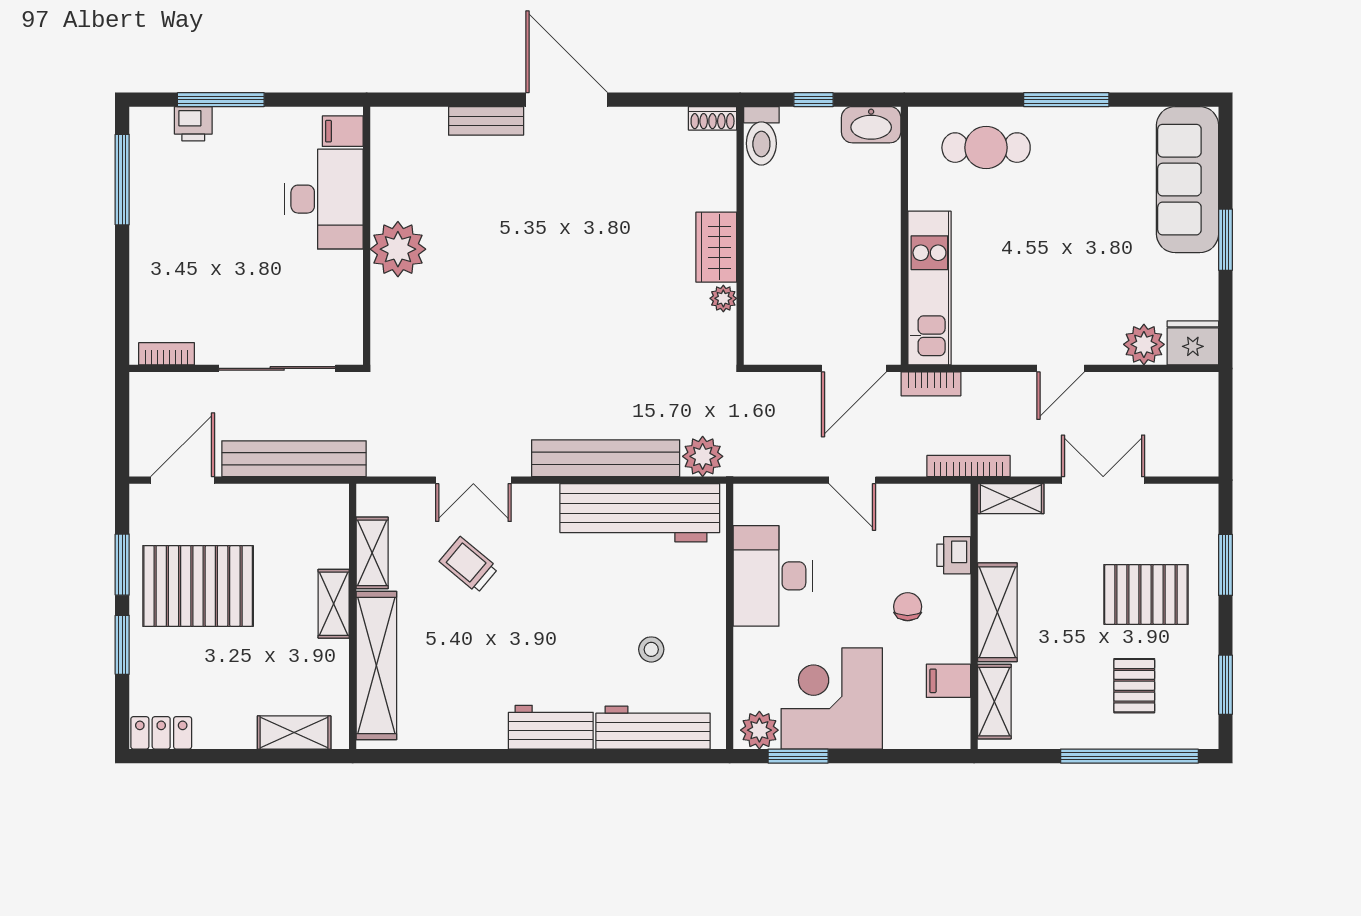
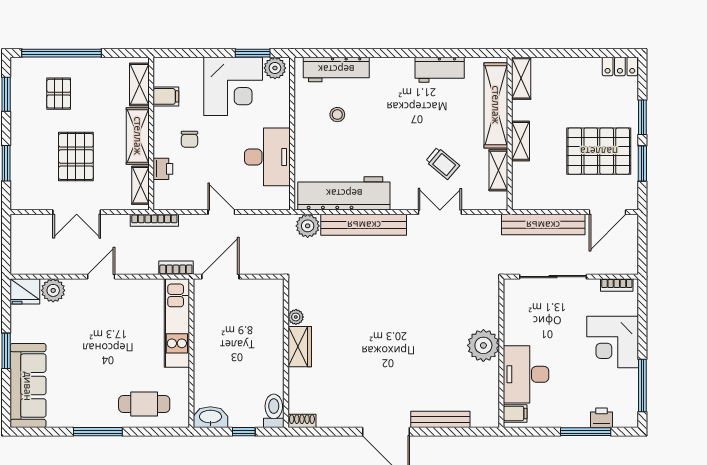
bench: (486, 121) -> (440, 419), width x1.36
corner desk: (174, 255) -> (613, 342), added
shelving: (1011, 499) -> (140, 185), moved, turned 90
pallet: (1146, 594) -> (76, 157), moved, turned 90
workbench: (551, 727) -> (440, 70), moved
shelving: (294, 733) -> (521, 78), moved, turned 90

